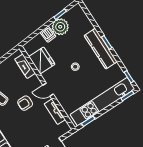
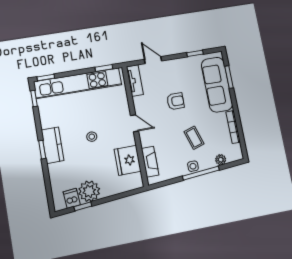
dishwasher: (48, 34) -> (72, 198), moved
kitchen counter: (101, 49) -> (53, 145), width x0.67
armchair: (25, 103) -> (175, 101), moved
tv unit: (55, 112) -> (135, 81), moved

